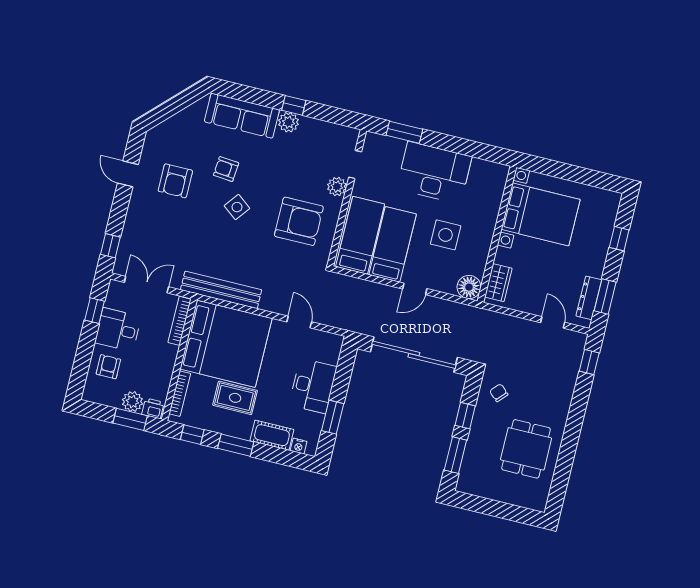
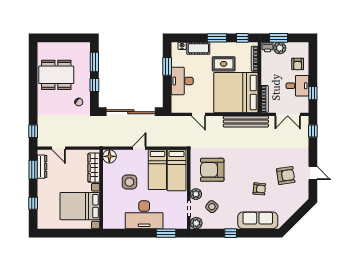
plant: (289, 122) -> (196, 223), moved
armchair: (175, 181) -> (286, 176), turned 82
side table: (237, 207) -> (212, 207), moved
wardrobe: (498, 283) -> (94, 168), width x1.50
dining table: (526, 449) -> (56, 75), width x1.37

